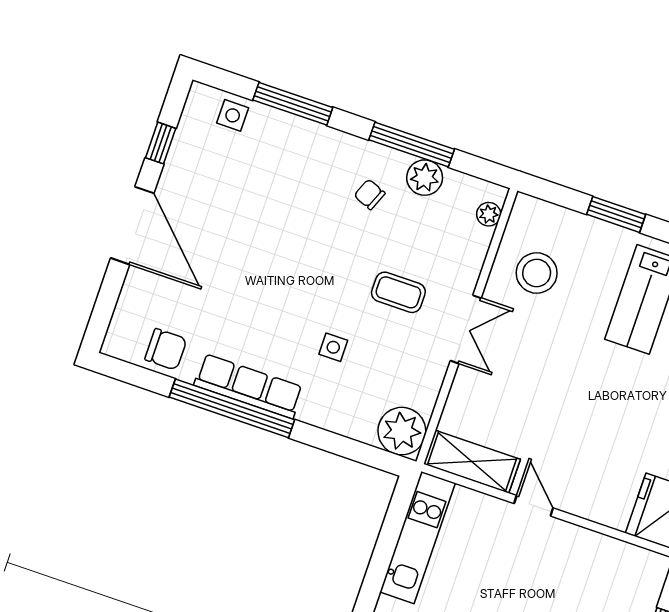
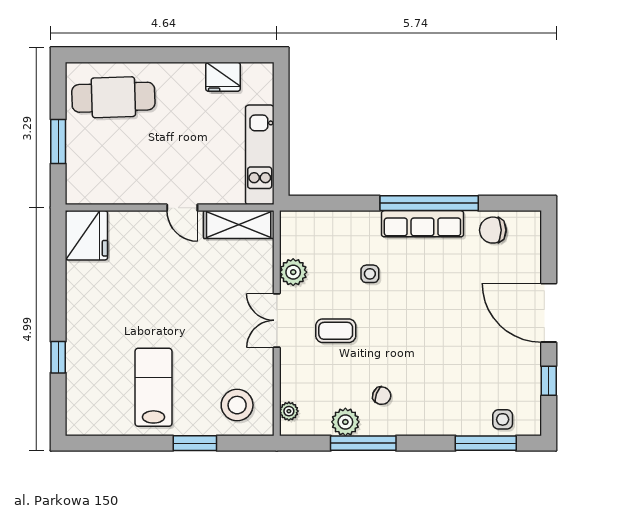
window: (293, 104) -> (486, 443), moved
stool: (537, 273) -> (237, 405), moved
plant: (402, 431) -> (293, 272), moved, width x0.73, depth x0.73

